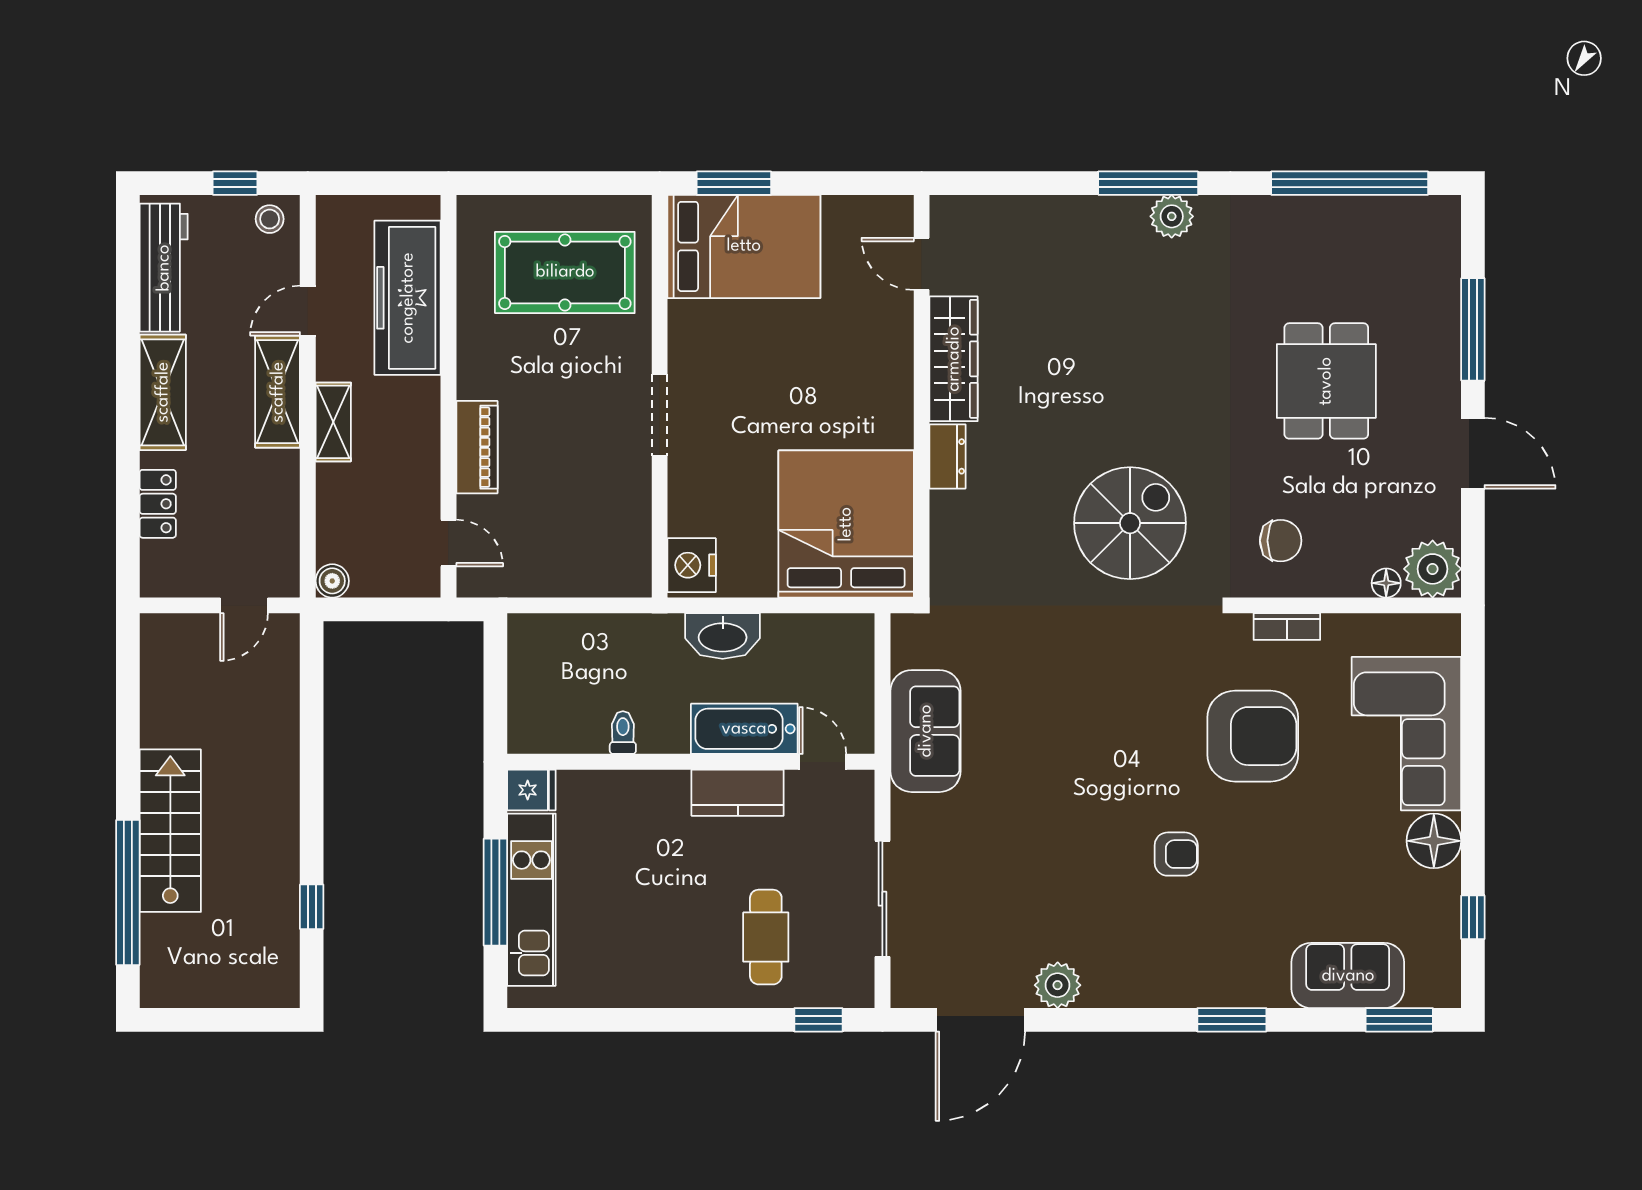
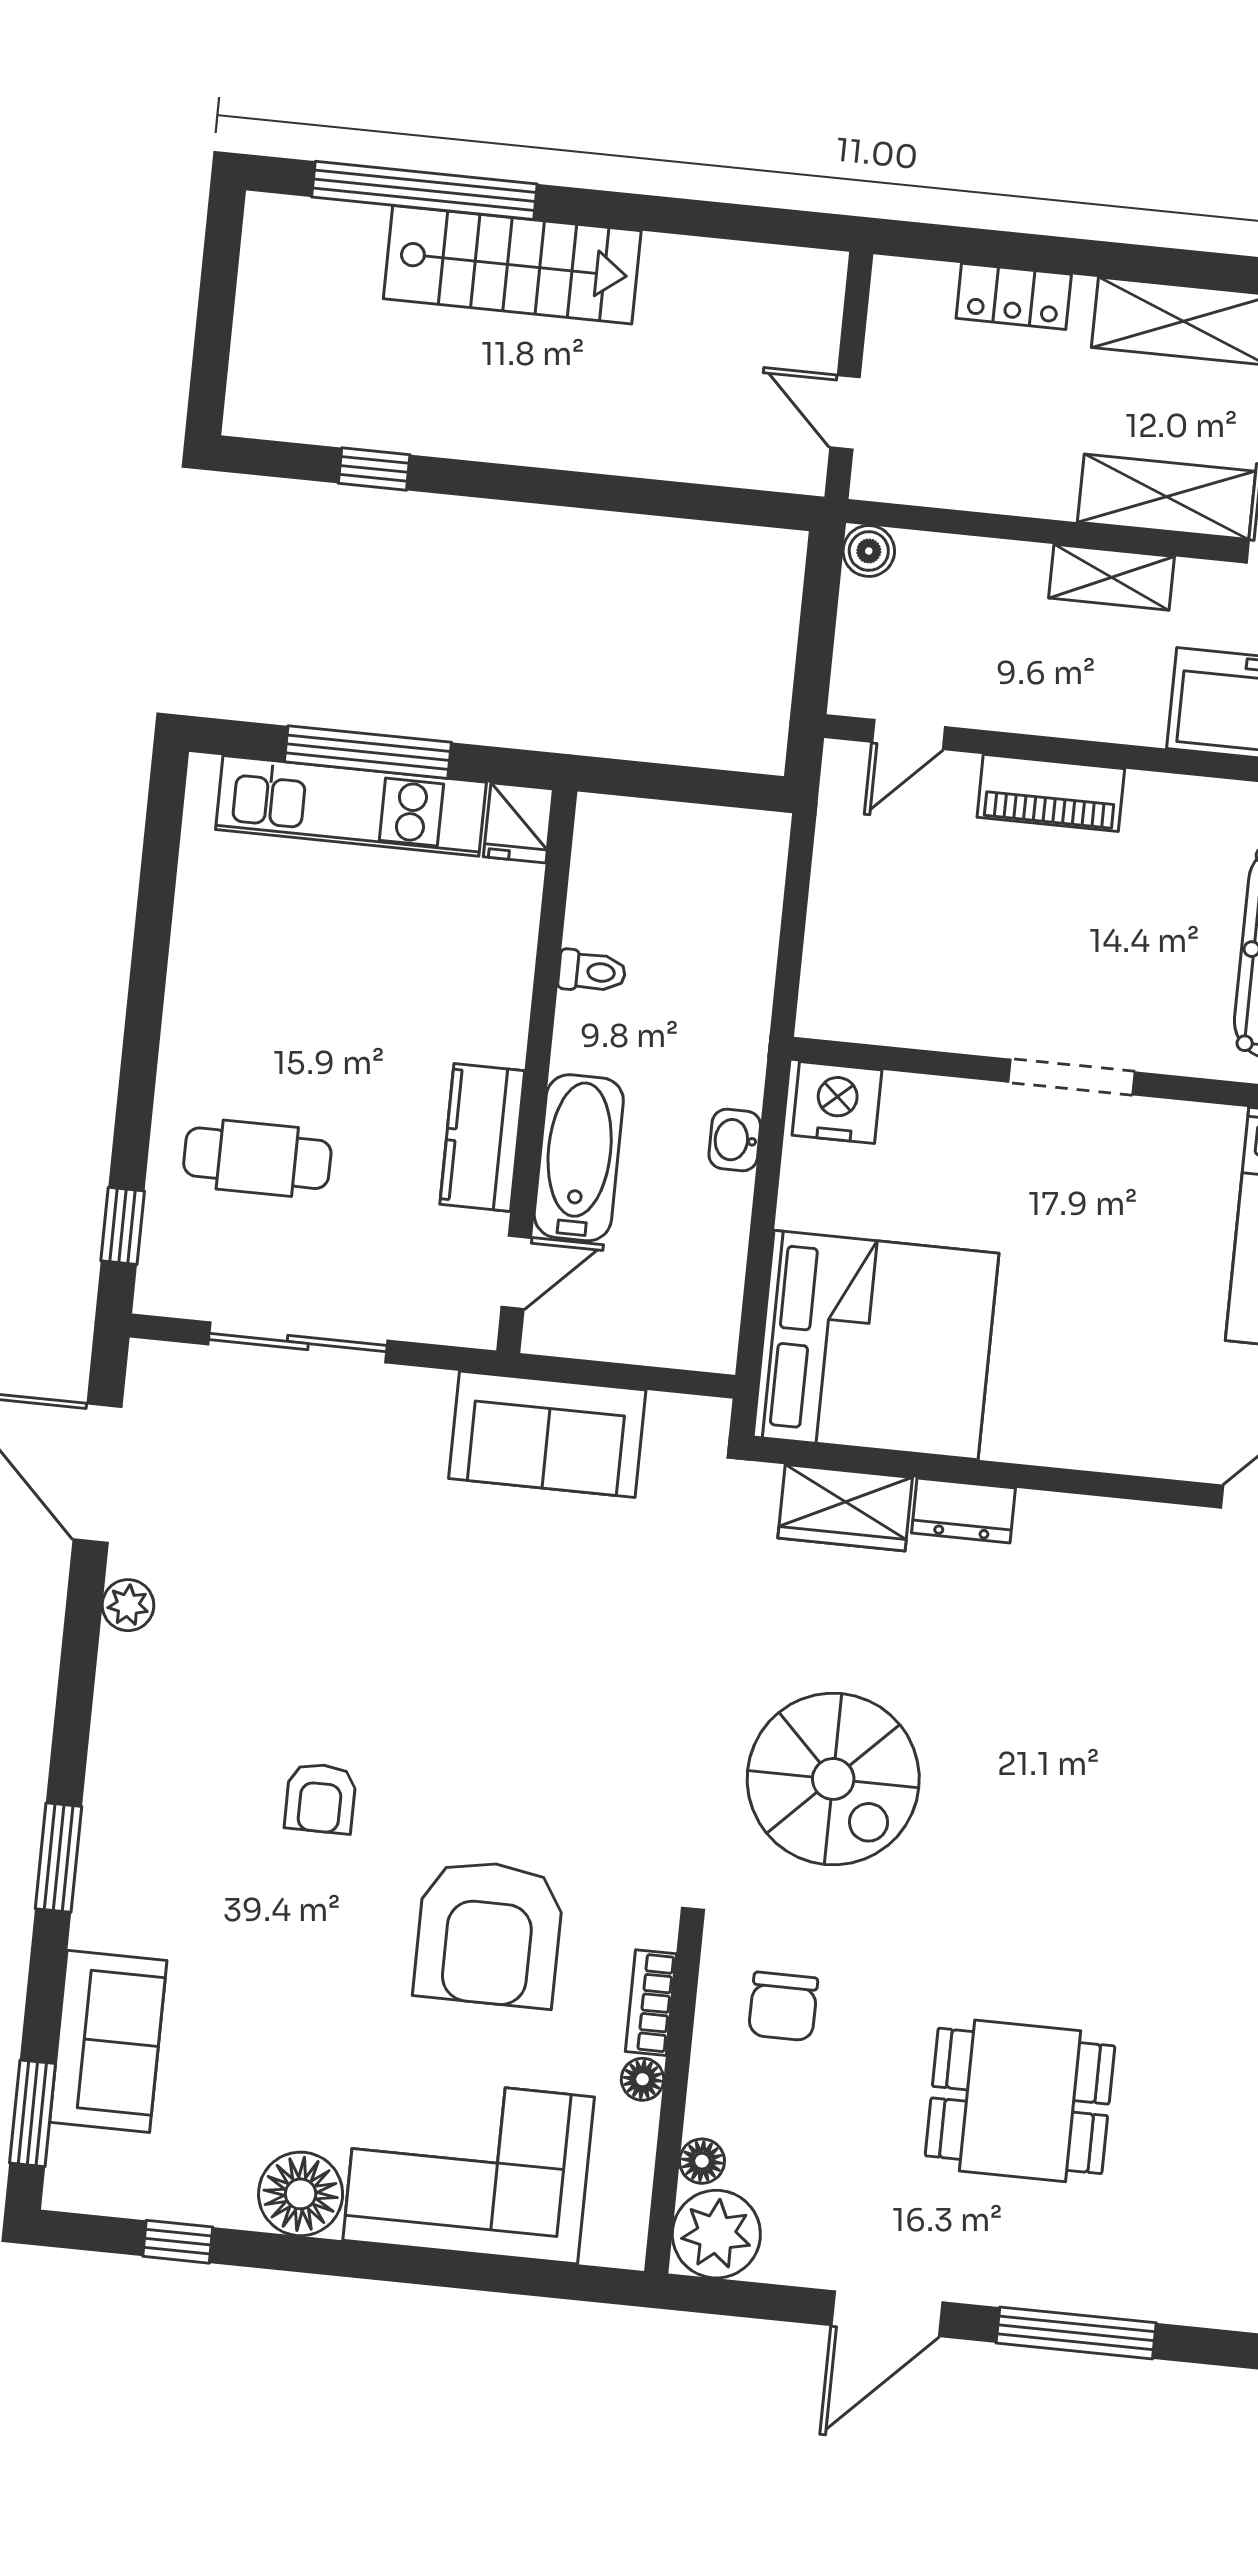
wardrobe: (954, 359) -> (845, 1508), moved, width x0.67
floor lamp: (1337, 627) -> (642, 2079), added
washbasin: (723, 636) -> (735, 1140), width x0.52, depth x0.69
plant: (1058, 985) -> (128, 1605), width x0.73, depth x0.73

